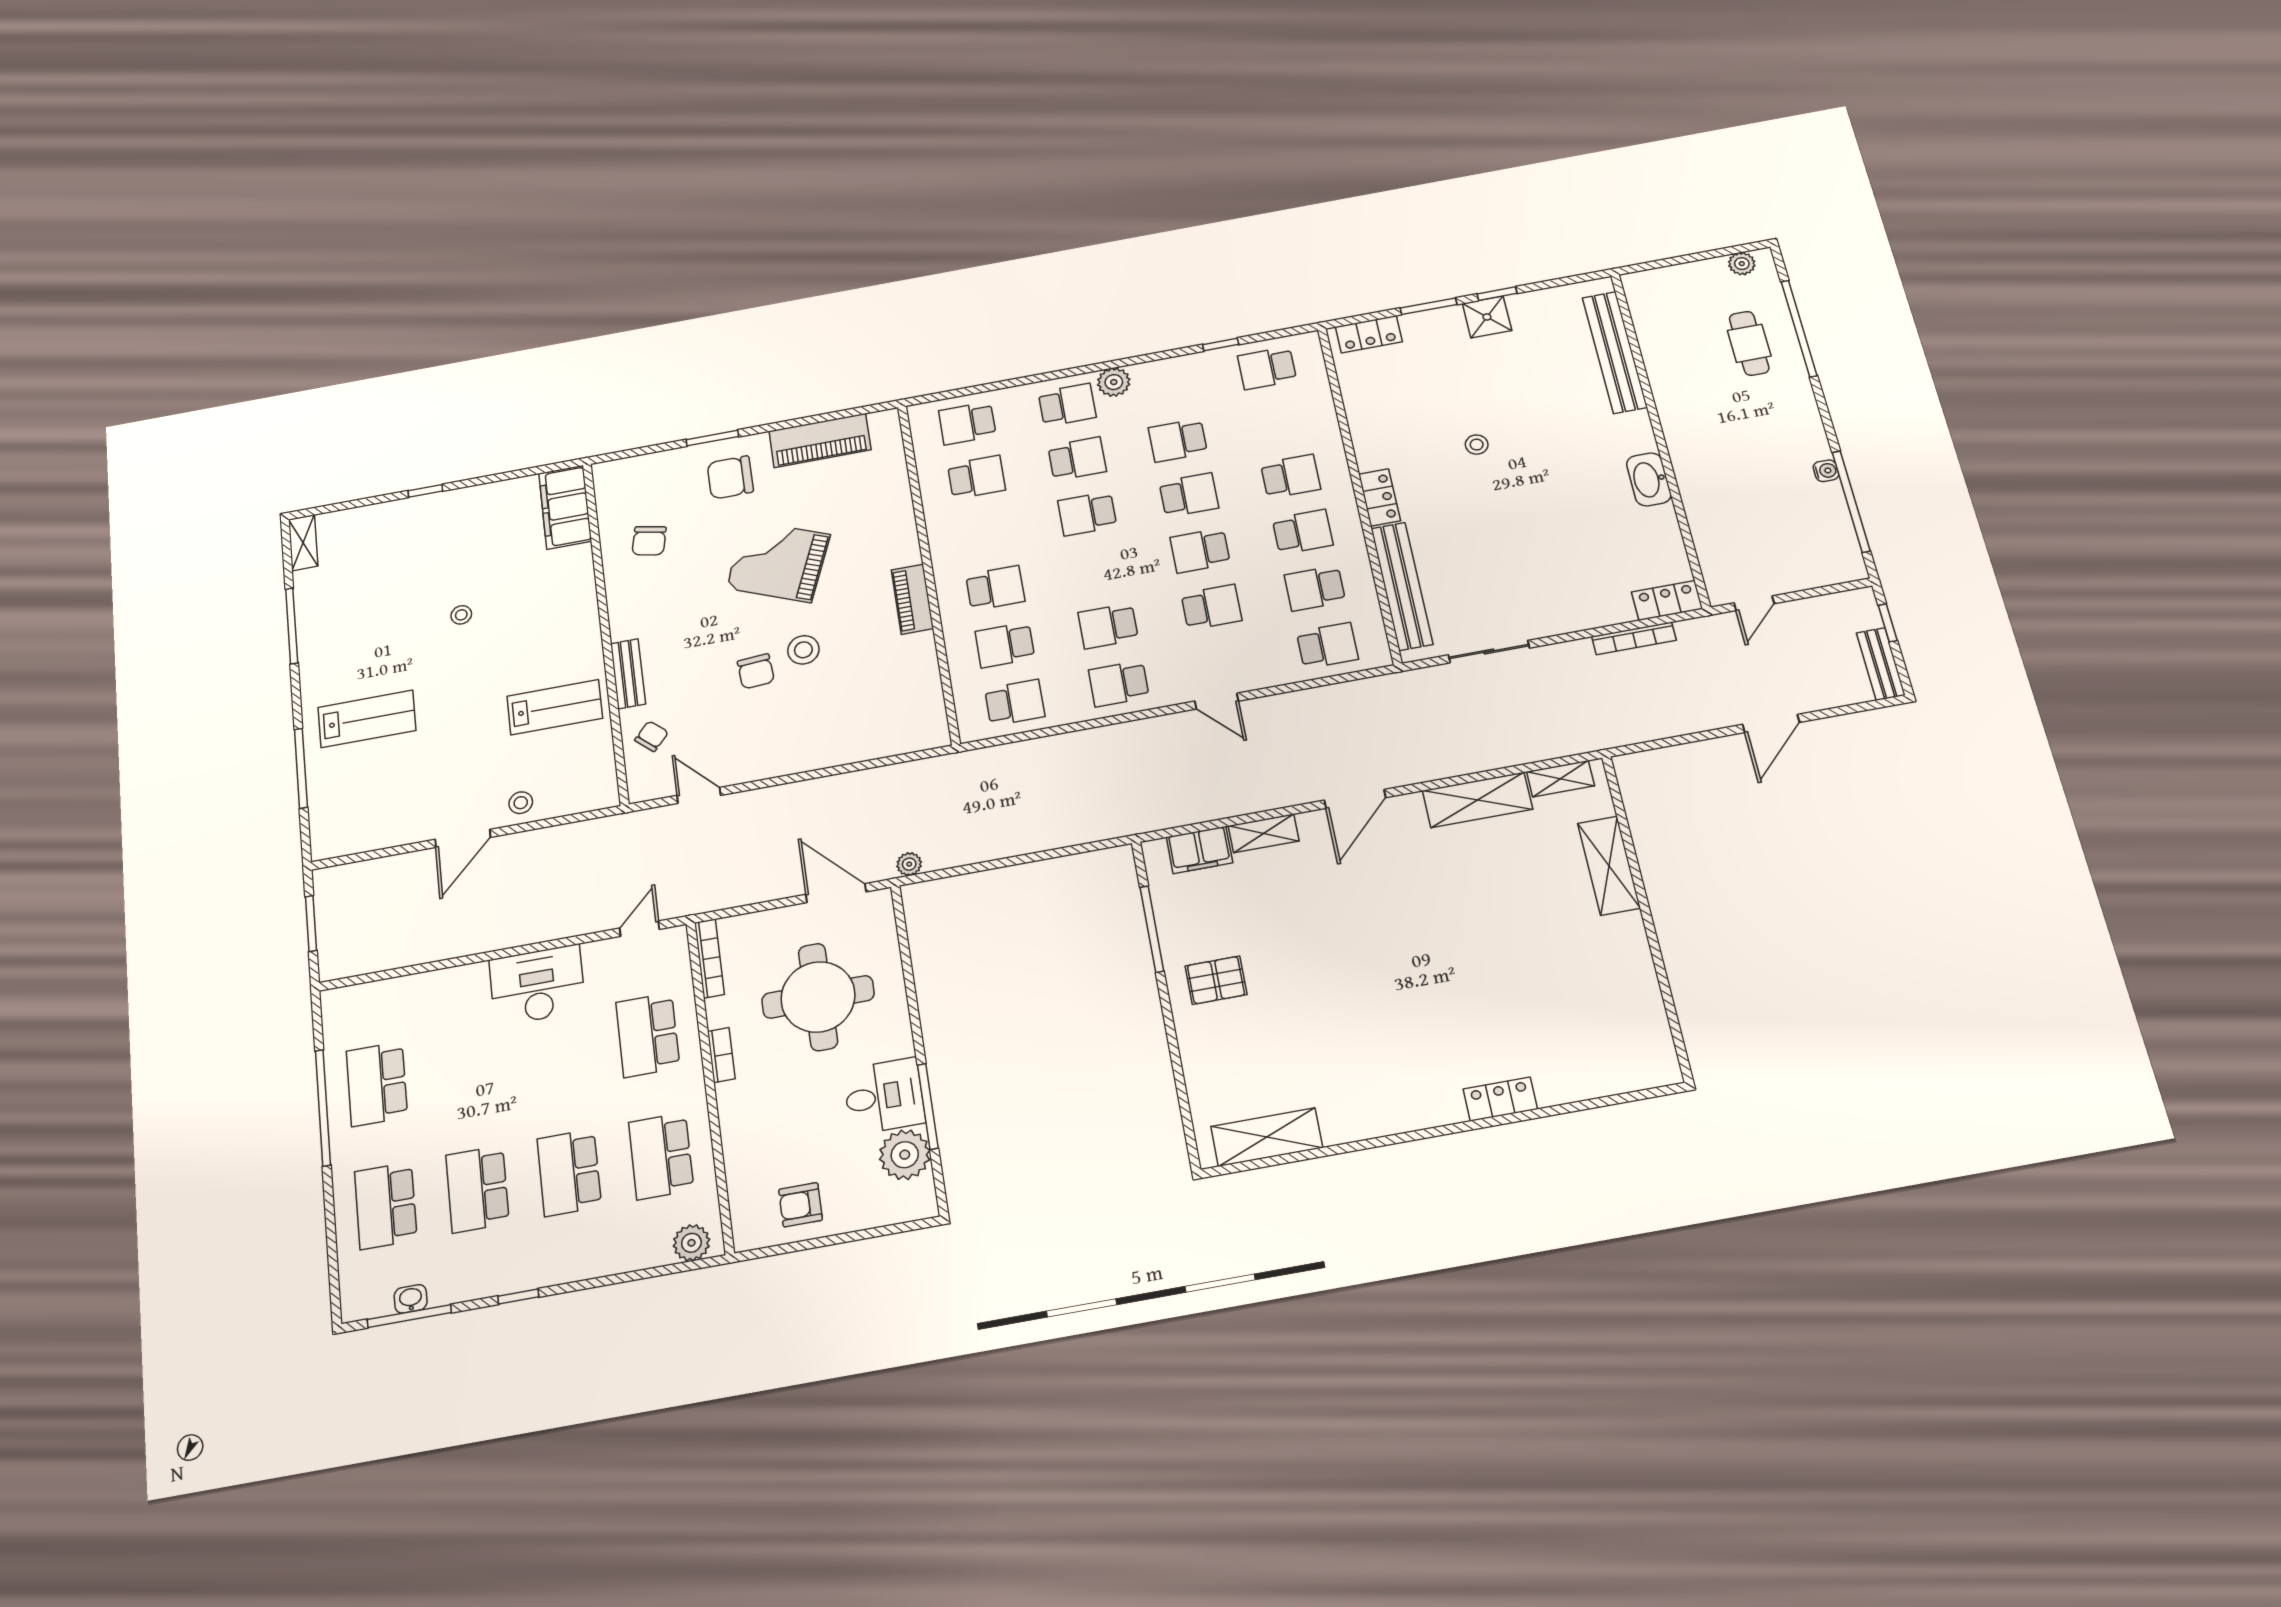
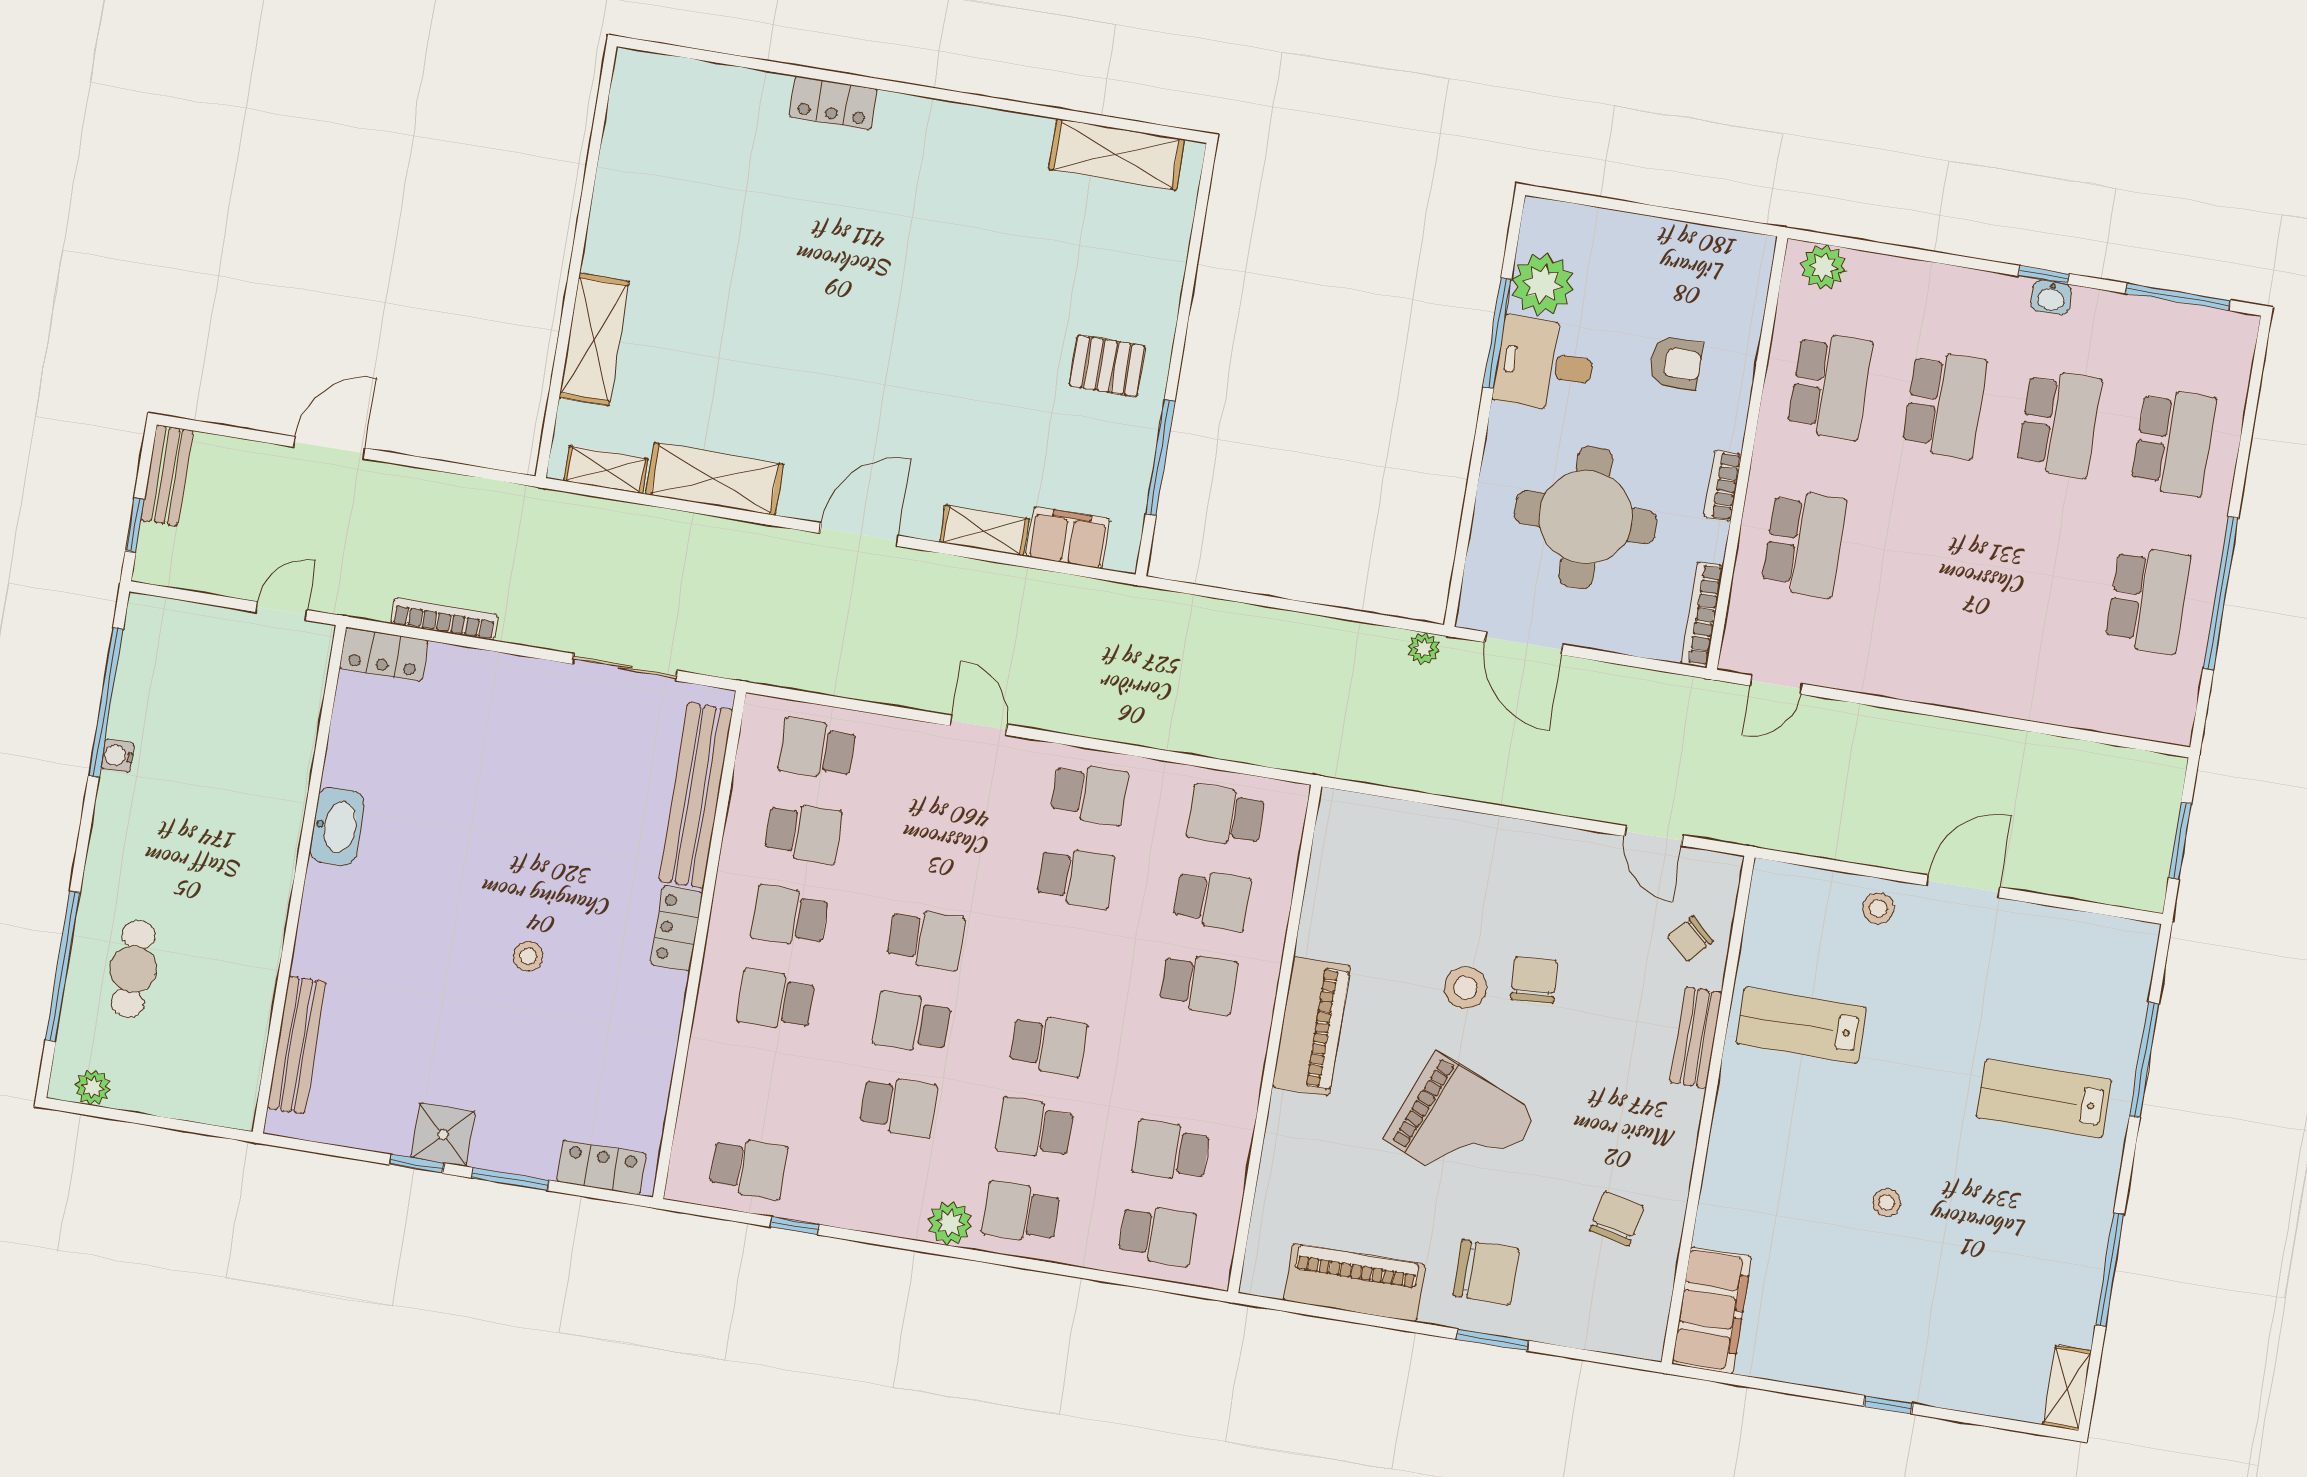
bench: (1615, 352) -> (297, 1045), width x0.73, depth x0.82
school desk: (995, 588) -> (1198, 983), turned 180
piano: (912, 599) -> (1311, 1026), width x1.37, depth x1.33
school desk: (1211, 607) -> (940, 855), removed
desk: (537, 985) -> (1921, 656), removed
armchair: (801, 1205) -> (1676, 363), moved
washbasin: (411, 1299) -> (2051, 297), moved

